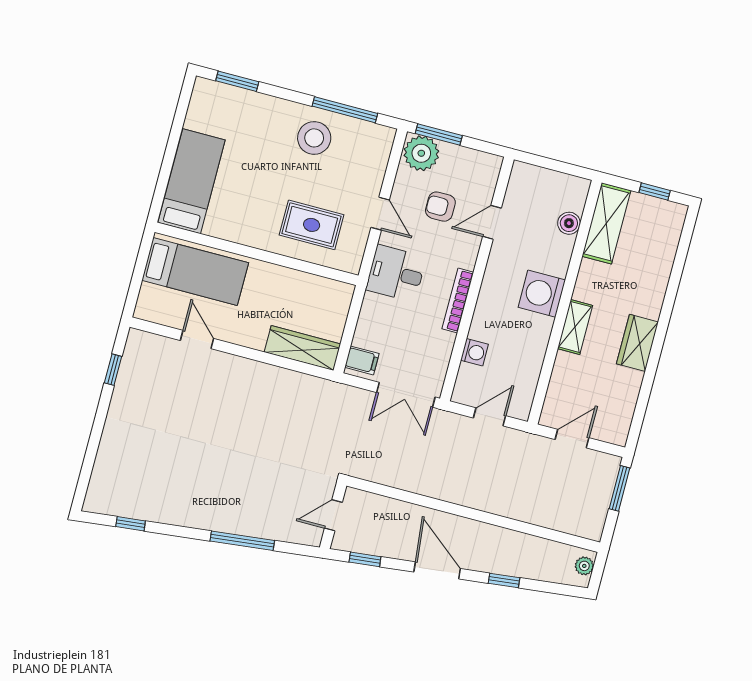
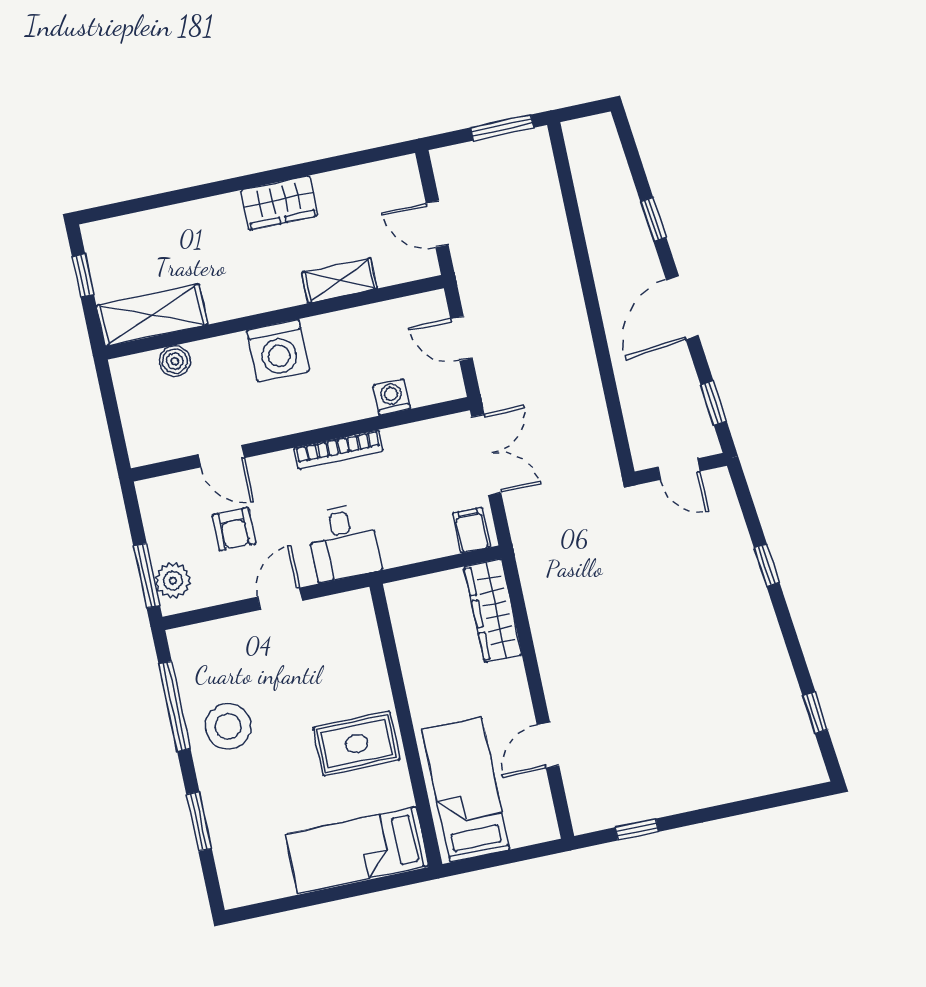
window: (237, 81) -> (199, 821), moved
plant: (421, 153) -> (173, 581), width x0.73, depth x0.73
rug: (312, 225) -> (356, 743), moved, turned 90
shelving: (575, 327) -> (340, 280), moved
window: (620, 488) -> (502, 128), moved
window: (242, 541) -> (767, 565), width x0.46
plant: (584, 566) -> (586, 130), removed

